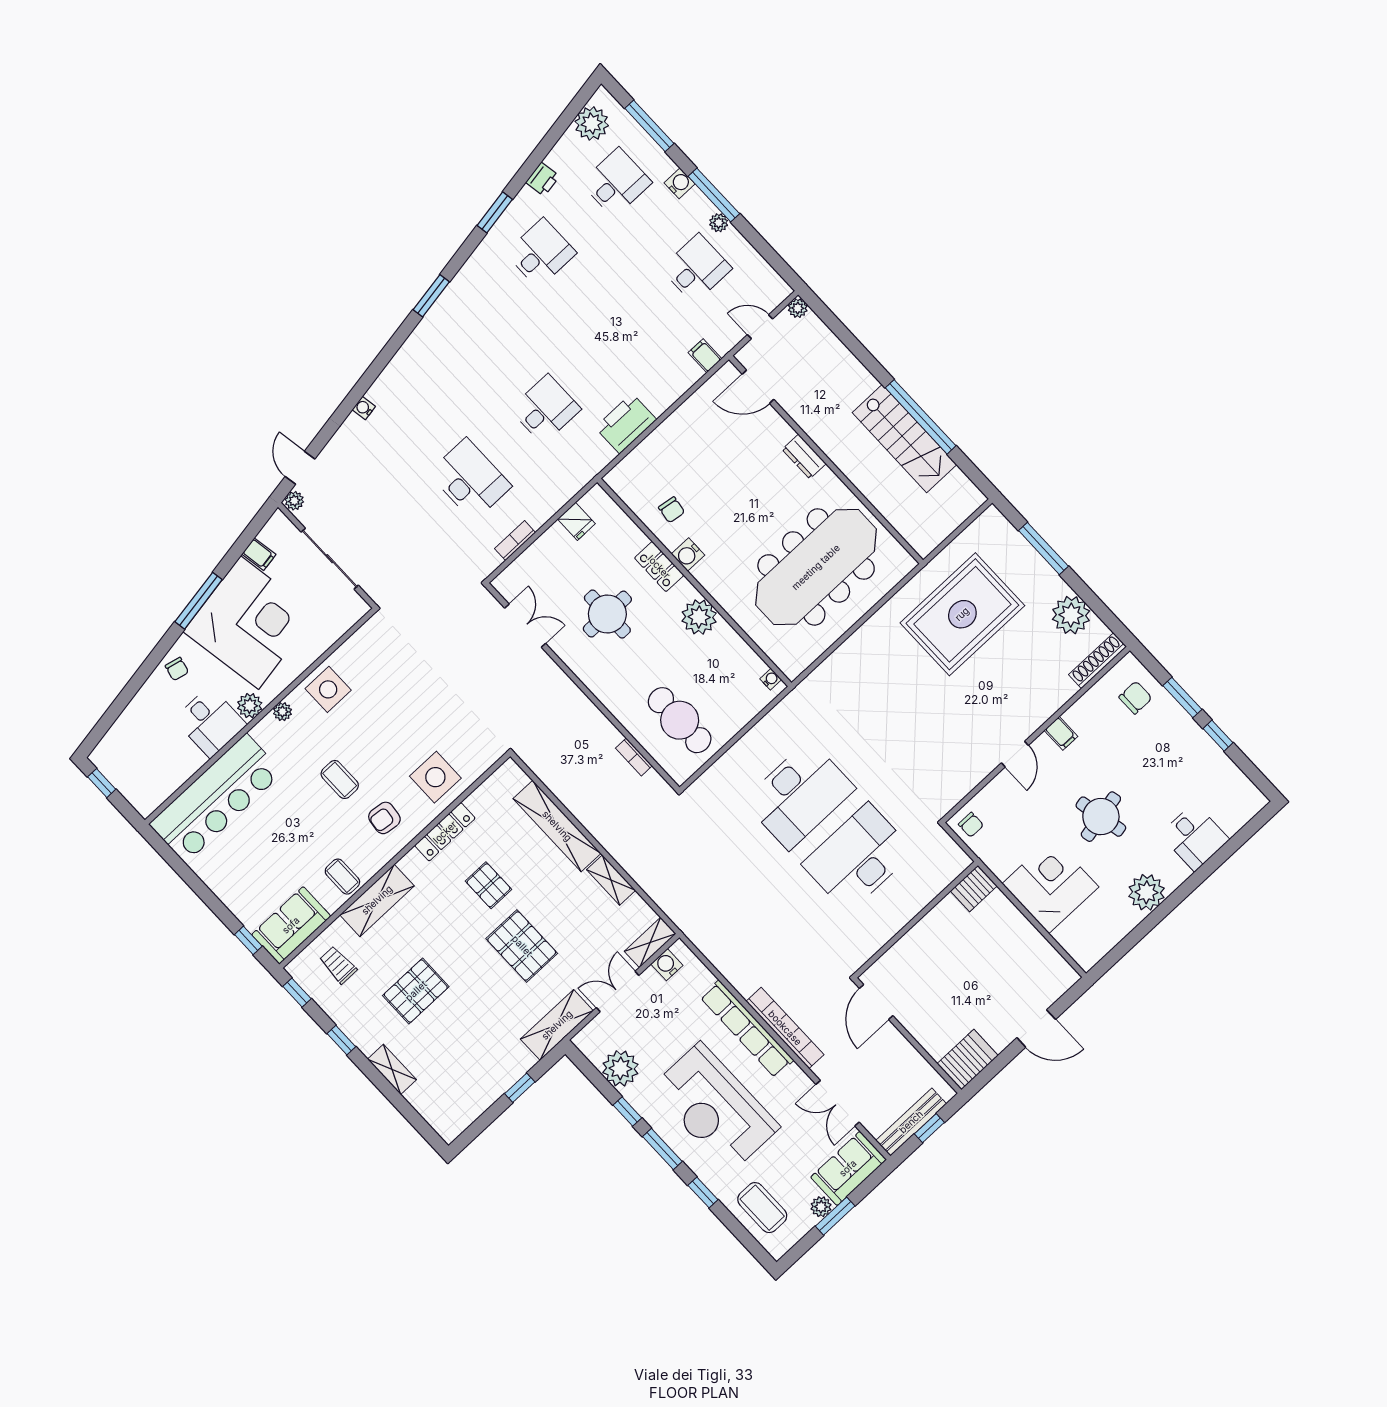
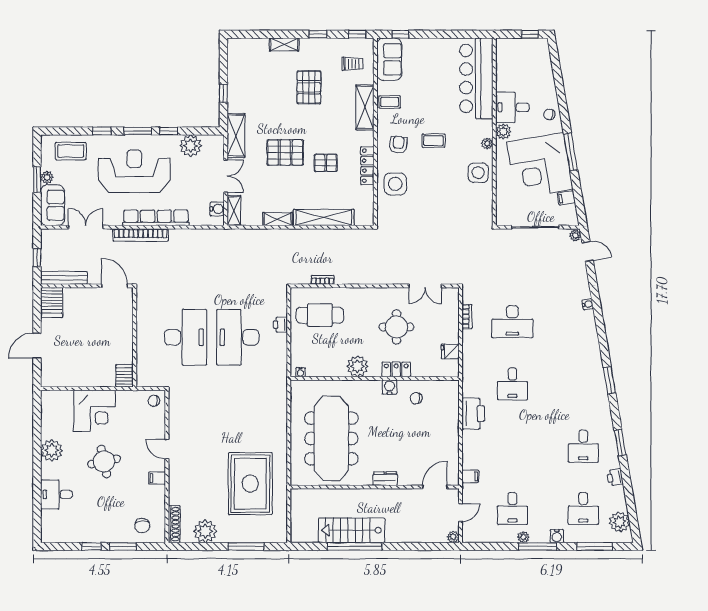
printer: (736, 757) -> (280, 325), added
bench: (911, 1122) -> (64, 278), moved, turned 90

